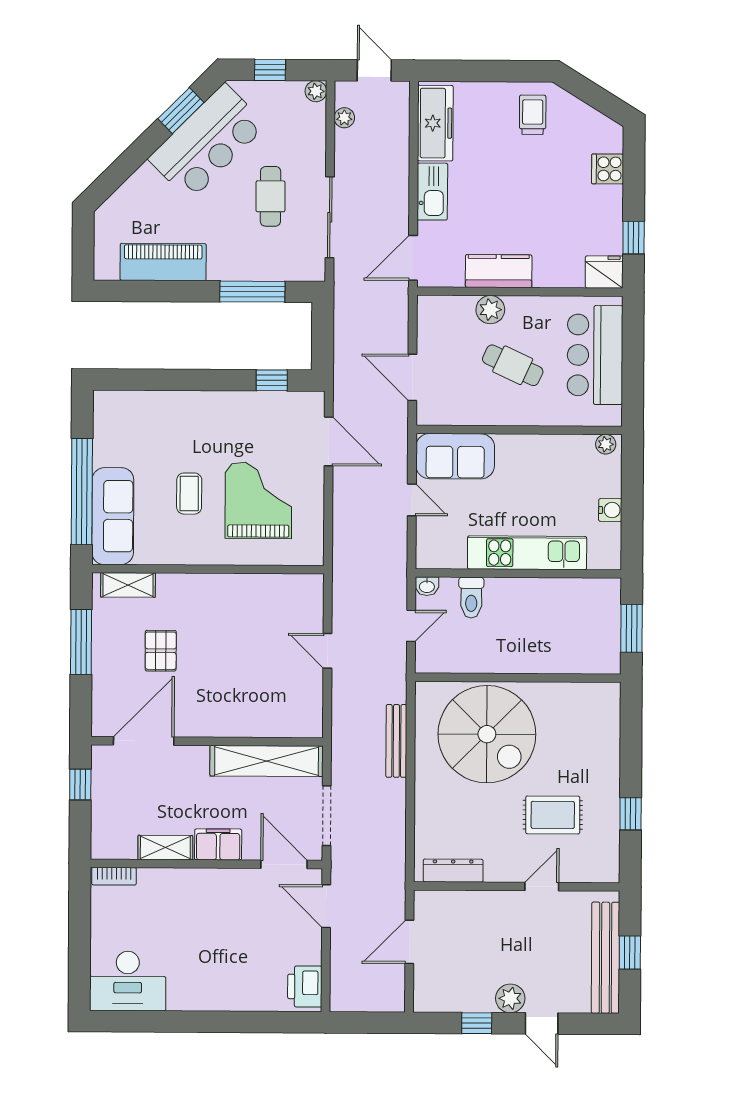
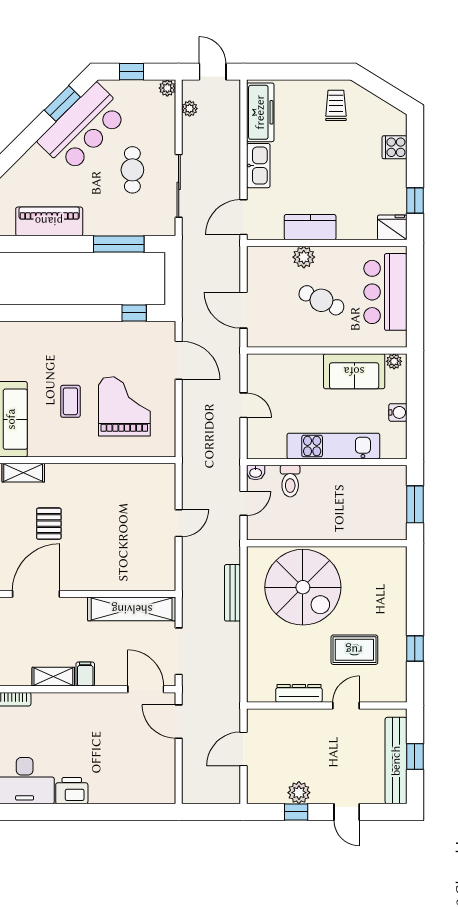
sofa: (455, 456) -> (354, 371), moved
door: (327, 651) -> (179, 523), swing flipped
filing cabinet: (218, 844) -> (85, 674), width x0.50
dresser: (453, 871) -> (299, 693), moved
printer: (305, 986) -> (72, 791), moved, turned 90
plant: (510, 998) -> (299, 793), moved

